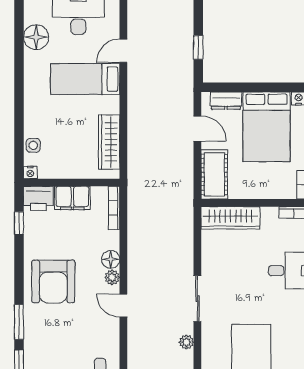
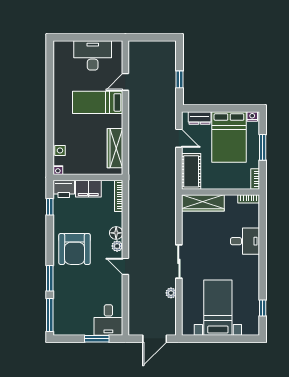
floor lamp: (36, 37) -> (62, 72), removed

